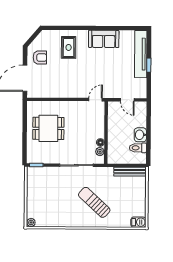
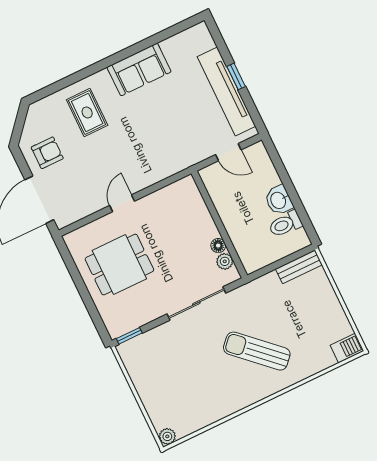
tv unit: (141, 54) -> (226, 92), moved
door: (96, 100) -> (122, 203), moved
bench: (130, 172) -> (299, 267), width x0.73

